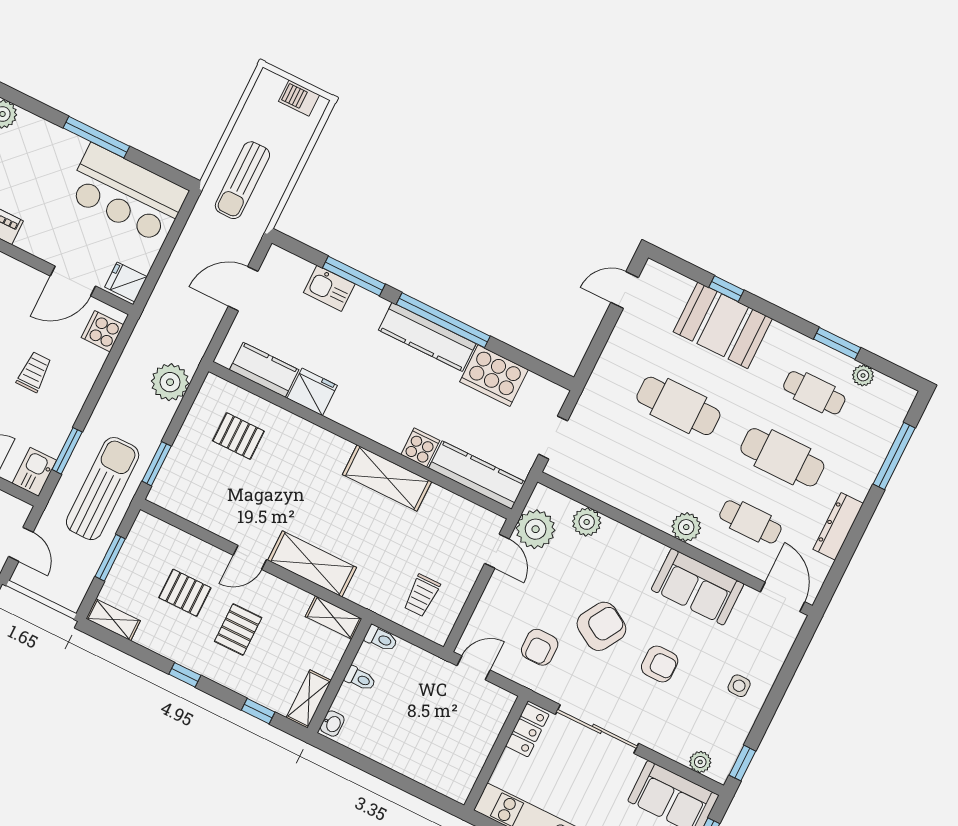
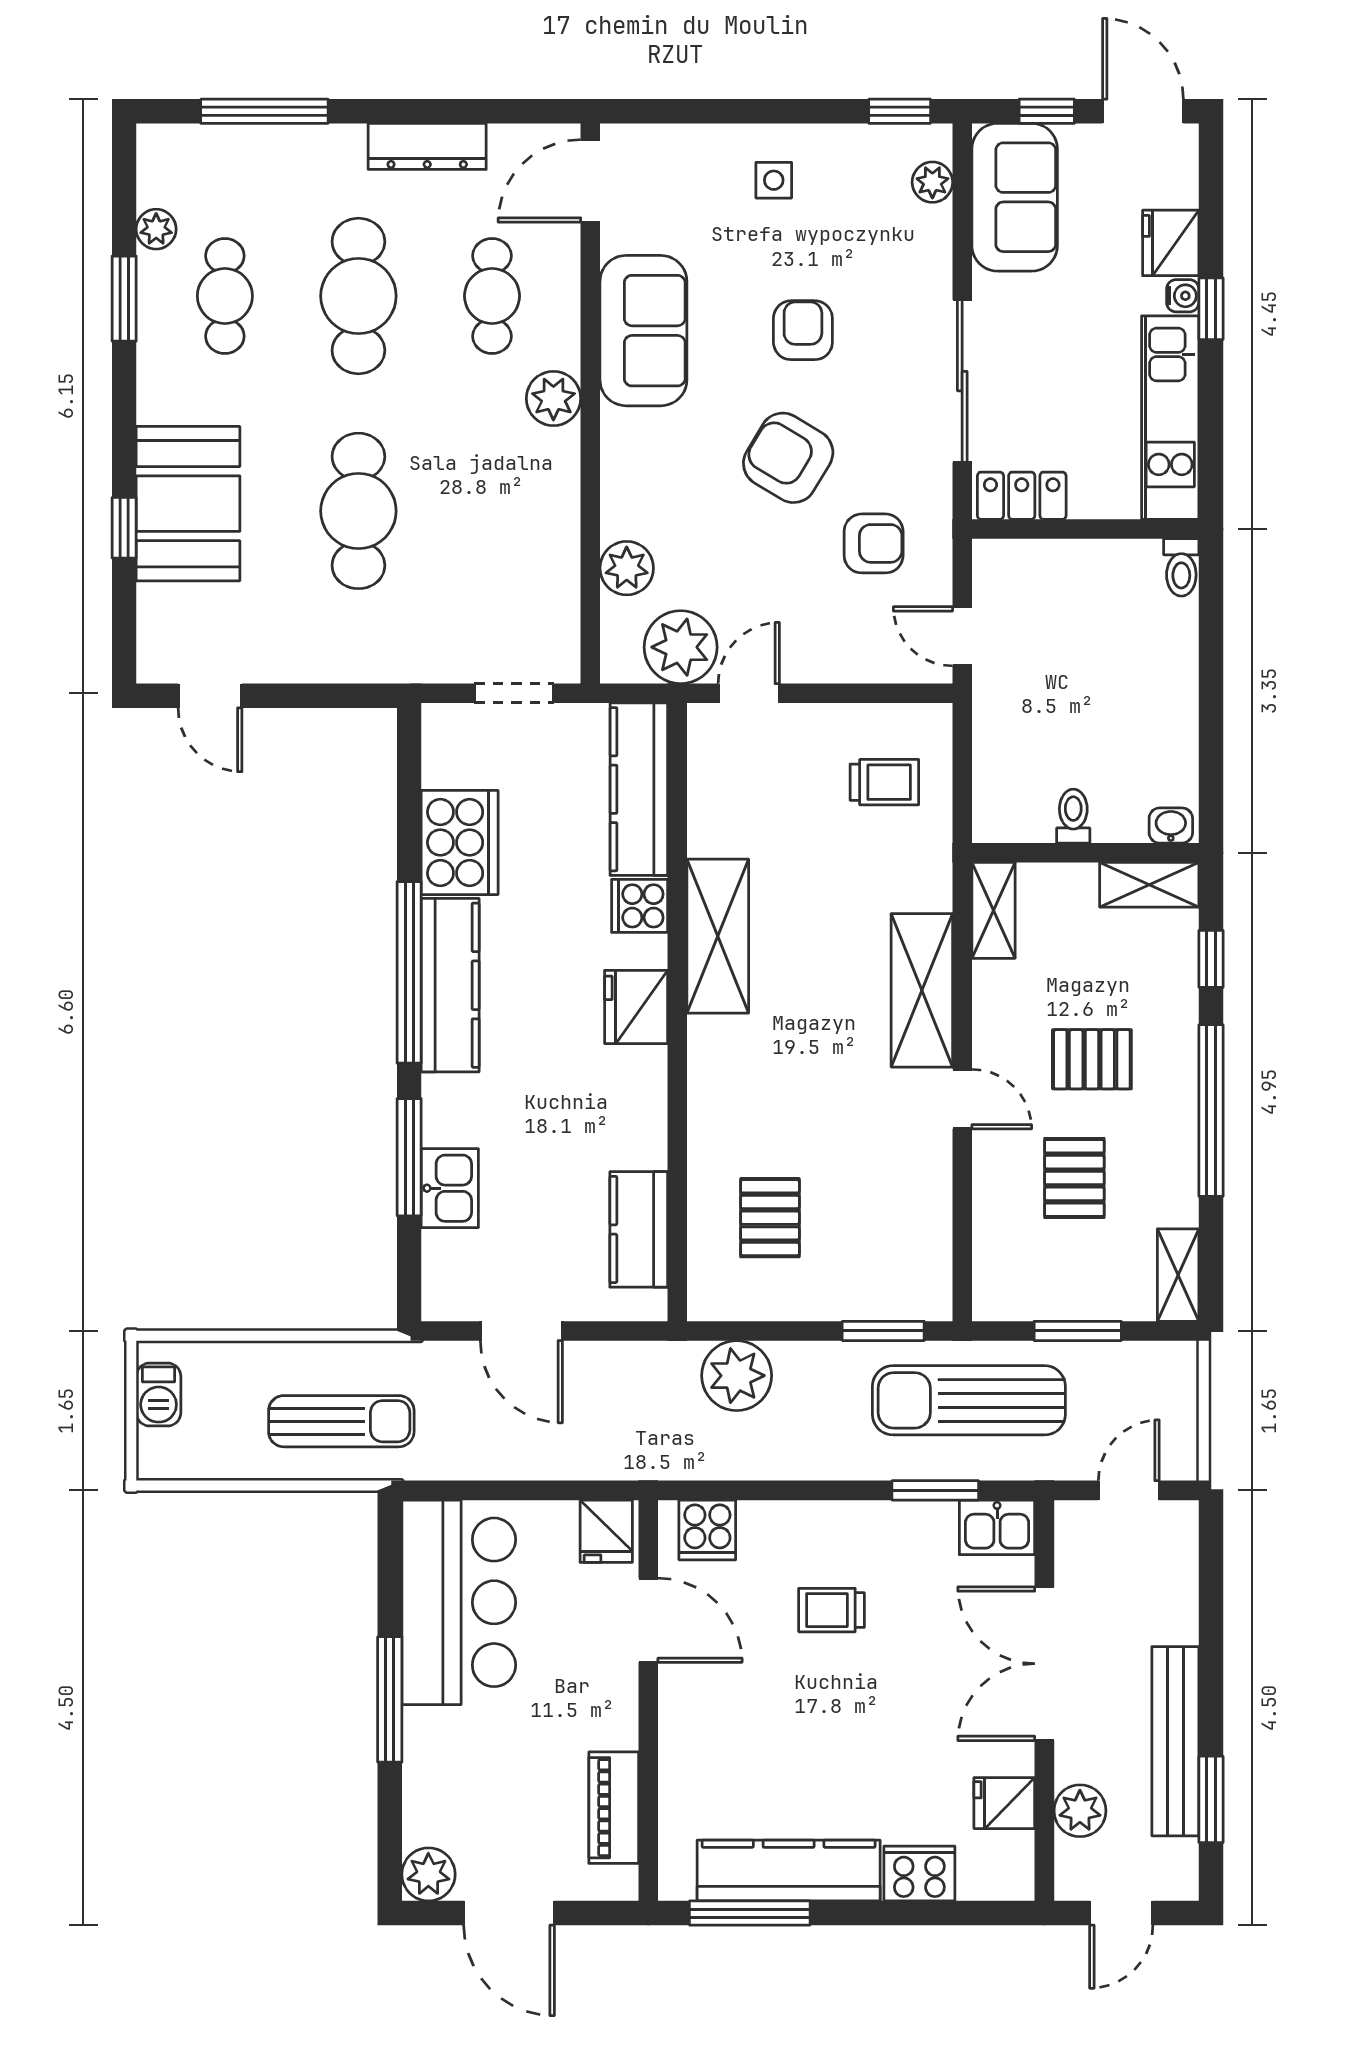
fridge: (312, 392) -> (636, 1007), moved
toilet: (381, 639) -> (1181, 567), moved, turned 180
window: (185, 675) -> (1211, 1111), width x3.17

